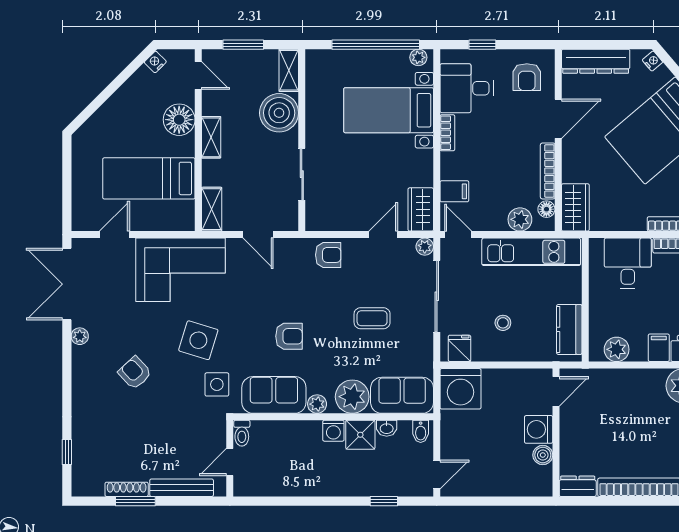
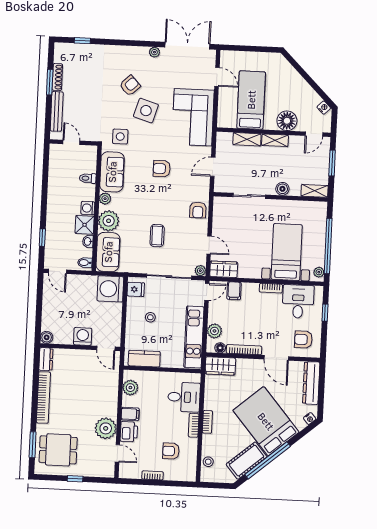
boiler: (279, 113) -> (282, 189), width x0.54, depth x0.54
shelving: (212, 209) -> (247, 139), moved
armchair: (289, 336) -> (162, 169), moved, turned 90
side table: (198, 340) -> (146, 111), moved
toilet: (242, 433) -> (88, 178), moved
boiler: (543, 455) -> (47, 337), moved

